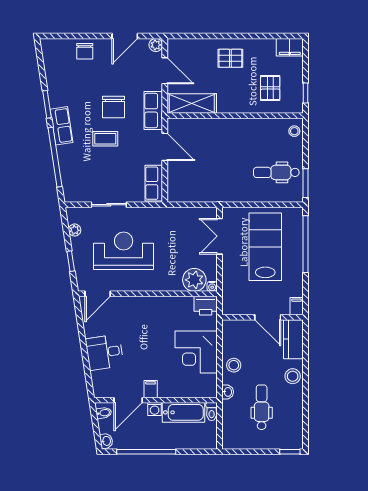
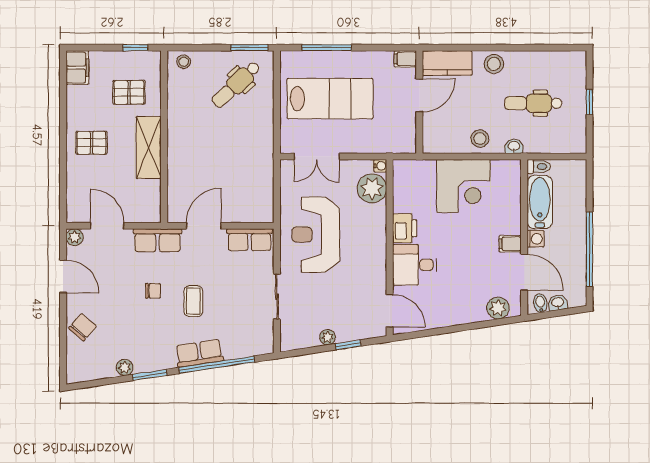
chair: (85, 51) -> (83, 327), turned -49
pallet: (230, 58) -> (91, 143), turned 90
door: (165, 71) -> (107, 226), hinge flipped
plant: (53, 84) -> (125, 367), added
shelving: (192, 103) -> (149, 147), moved
chair: (113, 107) -> (153, 291), width x0.54, depth x0.54
row of seats: (61, 126) -> (199, 353), moved
dental chair: (276, 172) -> (236, 85), turned 47
plant: (75, 230) -> (328, 337), moved
window: (306, 244) -> (327, 48), width x0.68
lab bench: (265, 247) -> (330, 99), turned 180
reception desk: (124, 251) -> (316, 235), moved
printer: (206, 306) -> (405, 228), moved
desk: (104, 352) -> (415, 265), moved, turned 99
plant: (100, 379) -> (498, 308), added
washbasin: (106, 441) -> (558, 303), moved
window: (290, 452) -> (589, 102), moved

